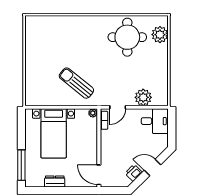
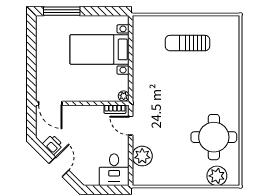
sun lounger: (76, 83) -> (187, 43), moved, turned -129
door: (99, 175) -> (50, 103), swing flipped
dresser: (55, 181) -> (42, 51), removed

